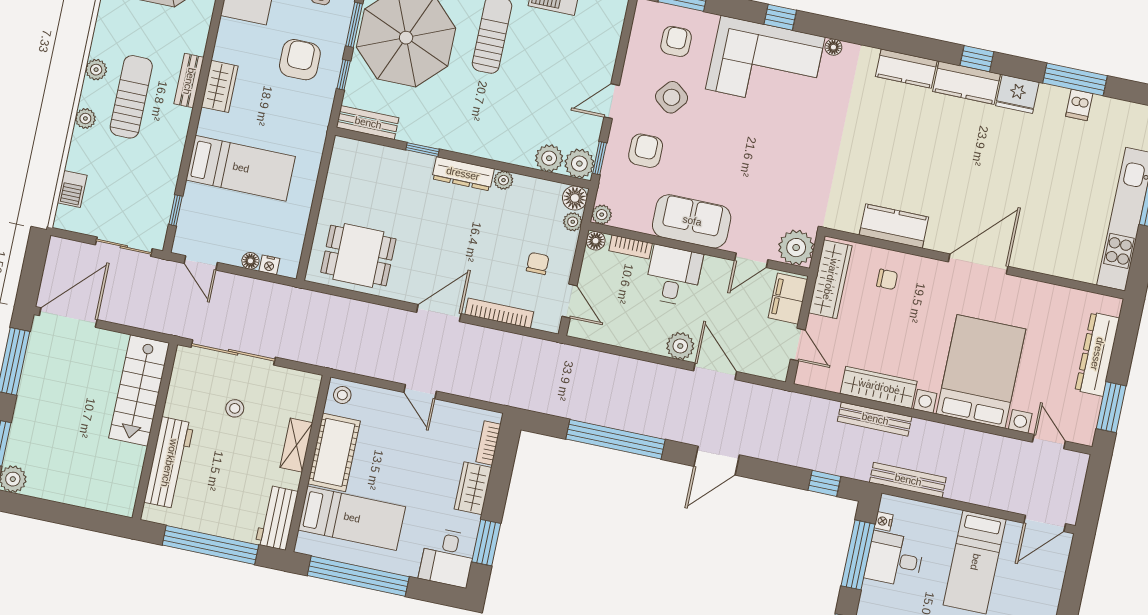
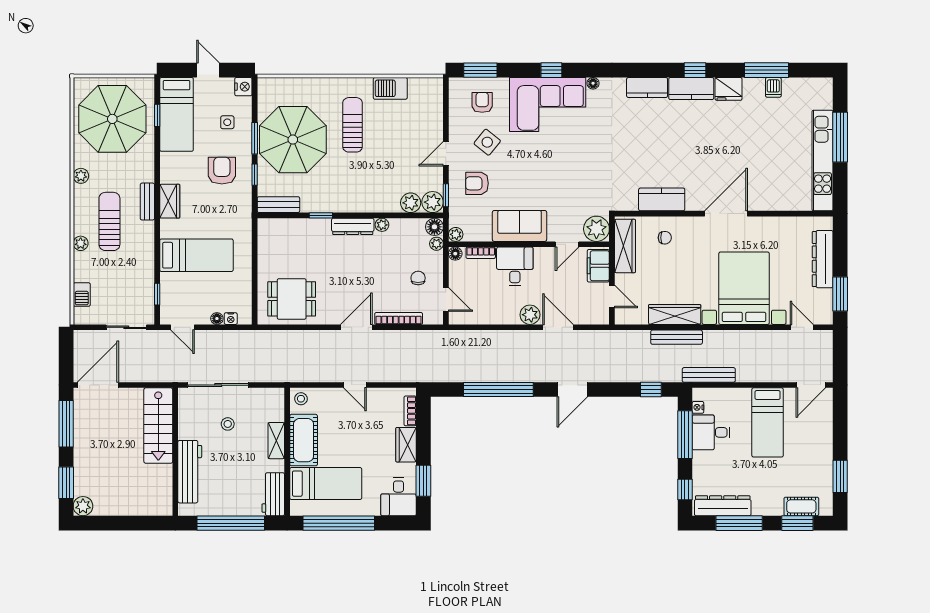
plant: (96, 70) -> (81, 176), moved
armchair: (646, 151) -> (477, 183), turned -90

